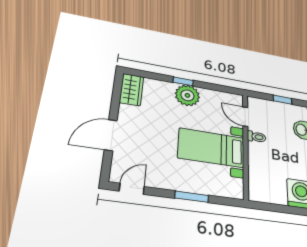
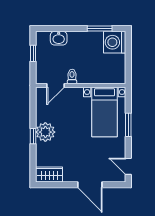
bed with nightstands: (211, 148) -> (105, 112), moved

